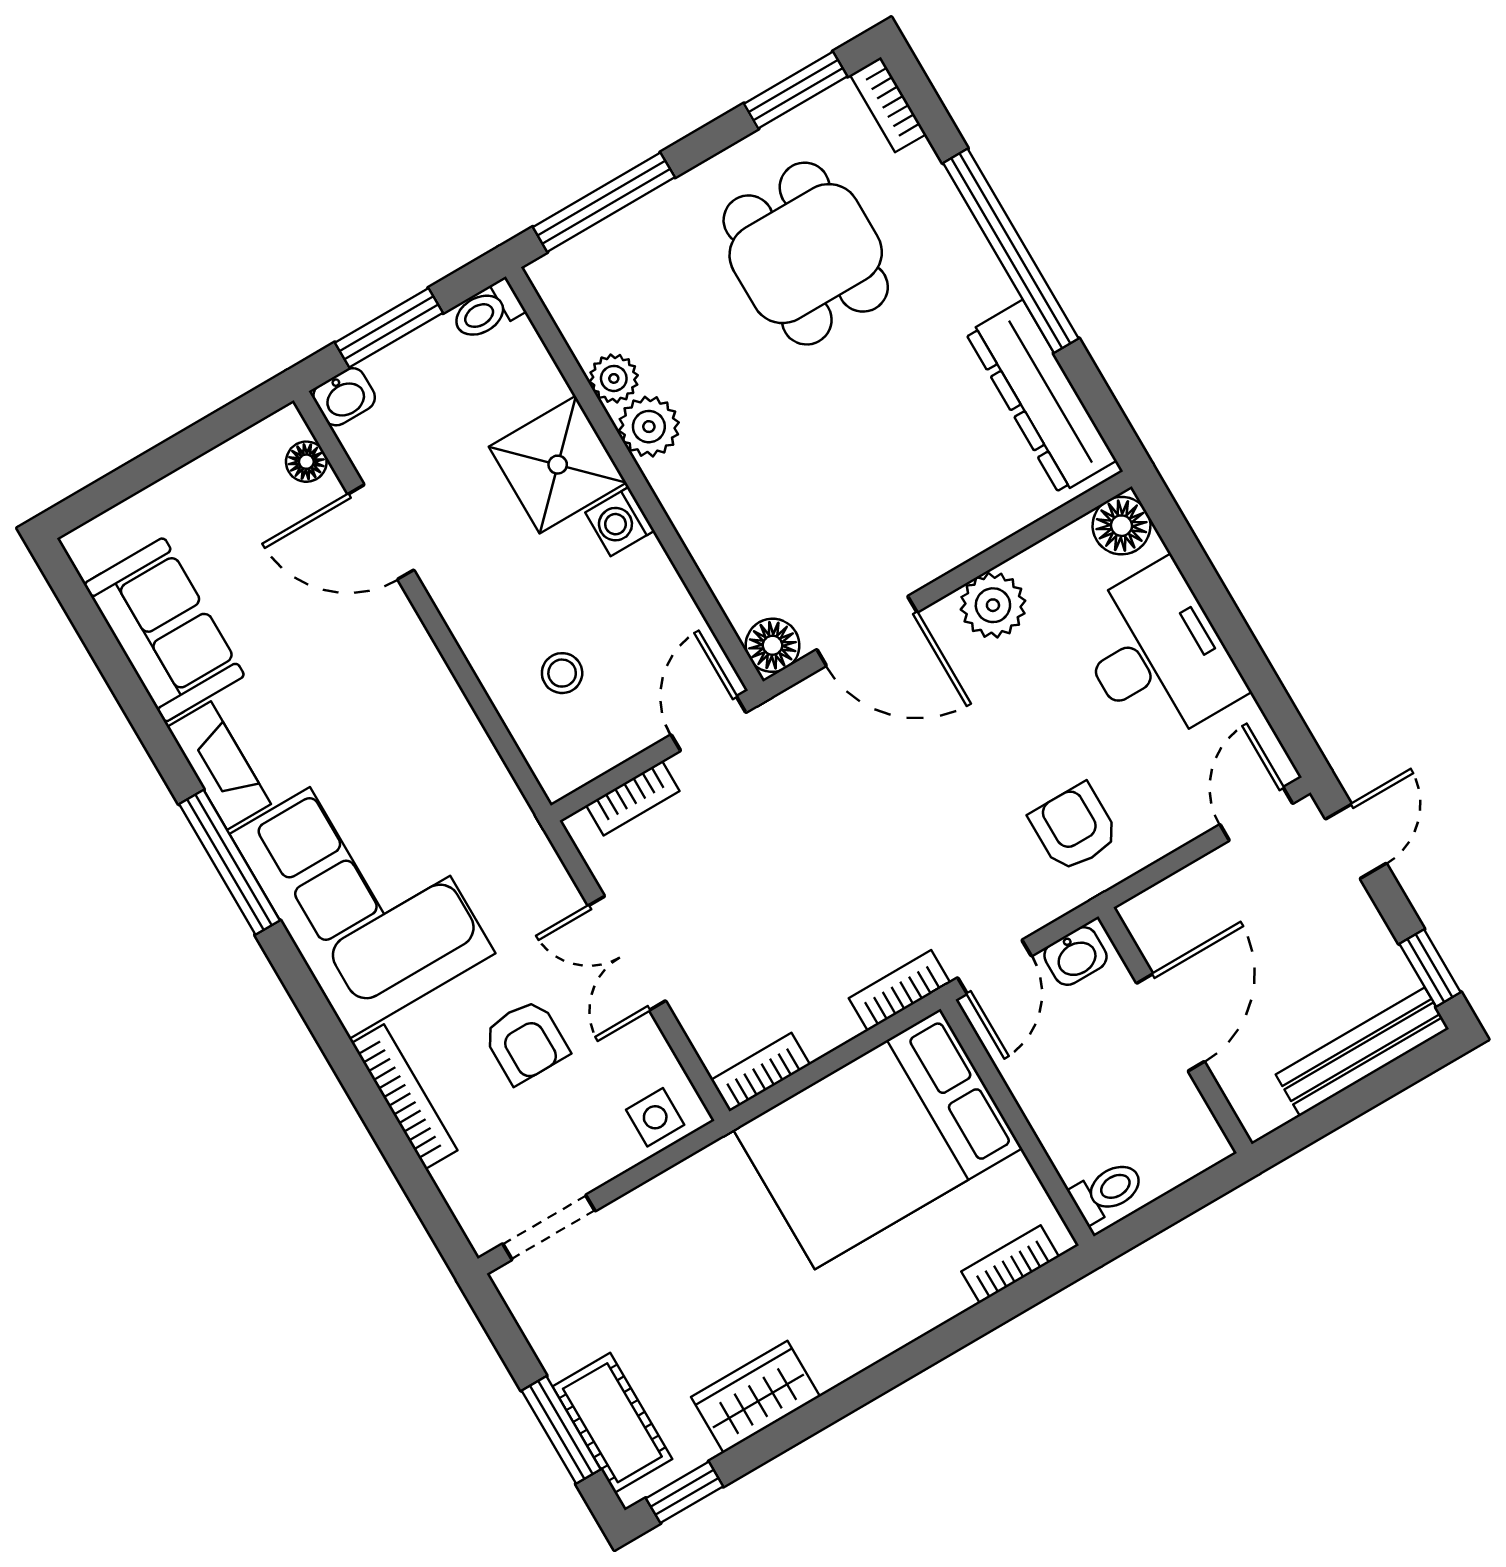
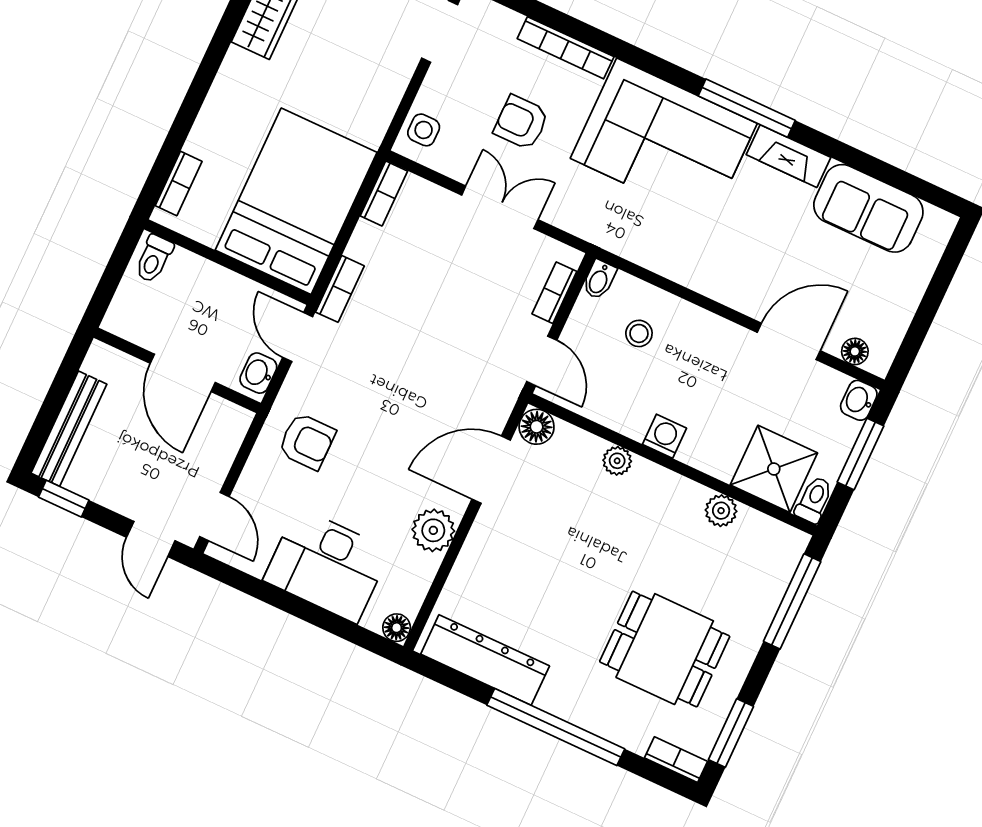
plant: (649, 427) -> (617, 461), moved, width x0.73, depth x0.73
shower: (558, 465) -> (774, 469), moved
floor lamp: (1121, 526) -> (397, 628), width x0.73, depth x0.73
bidet: (565, 776) -> (599, 280), added

